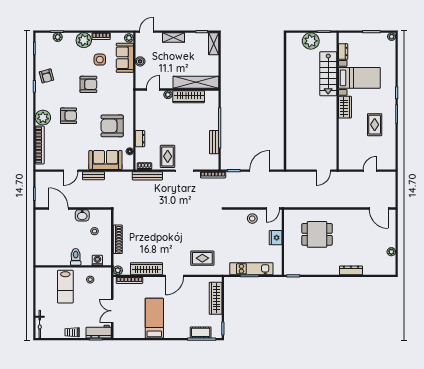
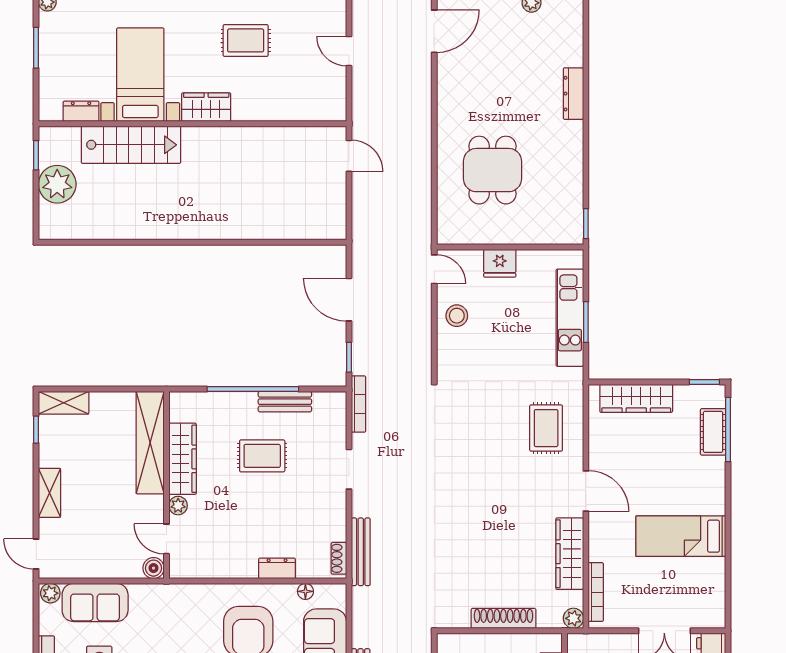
boiler: (140, 61) -> (153, 568), moved
rug: (168, 156) -> (262, 456), moved

